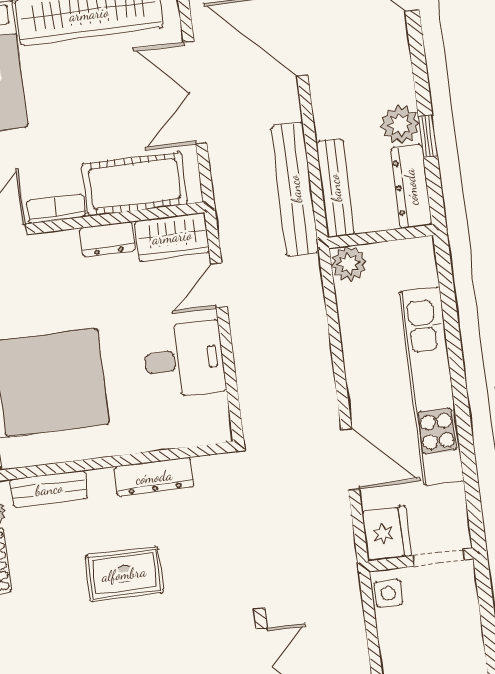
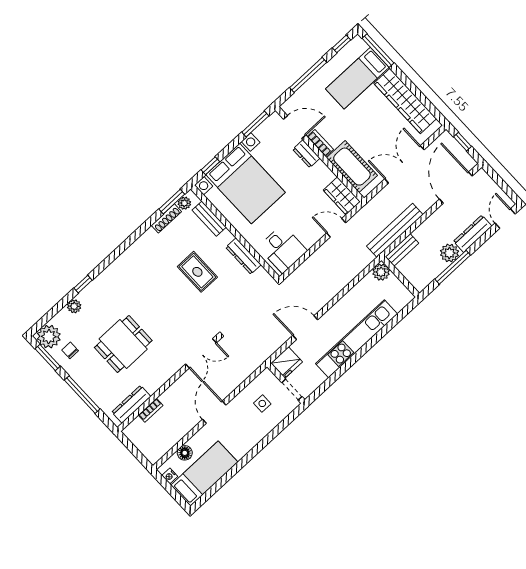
window: (428, 136) -> (453, 267), width x2.17
dresser: (411, 187) -> (473, 234), moved
bench: (335, 188) -> (402, 250), width x0.73
dresser: (108, 239) -> (306, 154), moved
desk: (184, 360) -> (282, 249), moved
door: (350, 459) -> (305, 328), swing flipped
side table: (389, 593) -> (262, 403), moved

